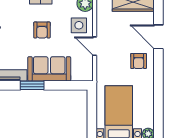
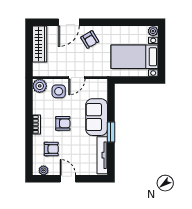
armchair: (12, 17) -> (51, 149), added
armchair: (139, 61) -> (90, 39), turned 59

